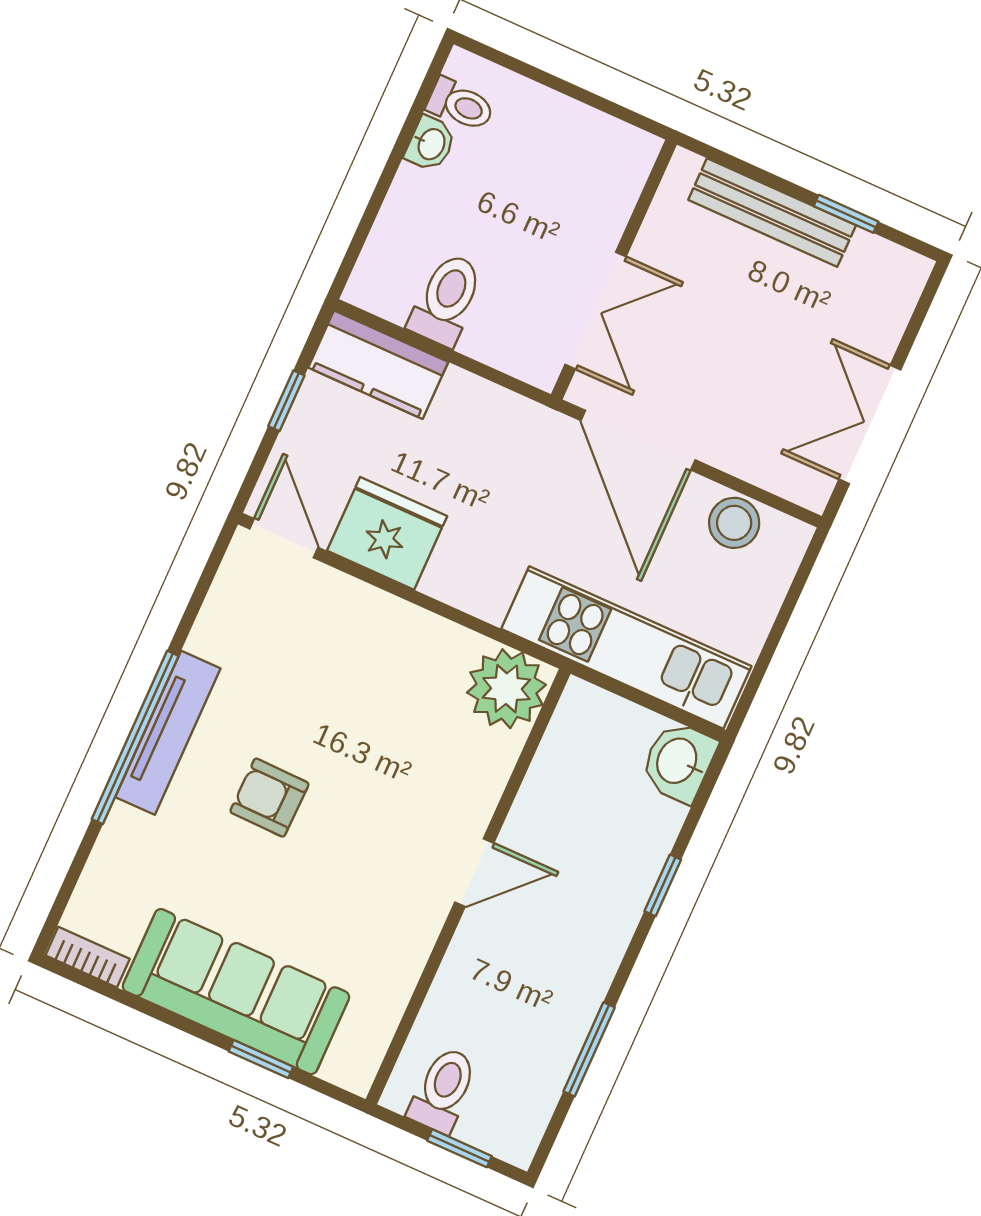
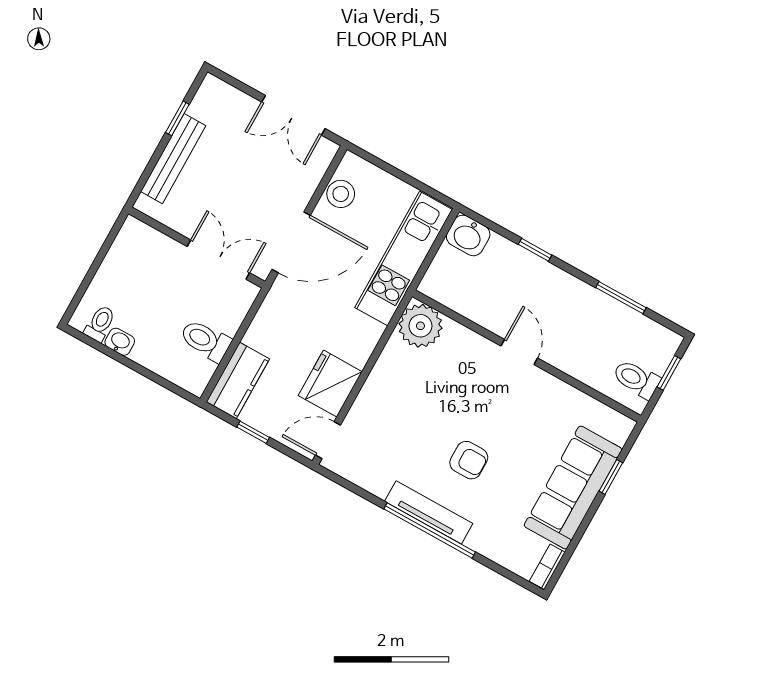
armchair: (269, 798) -> (469, 460), turned -91

